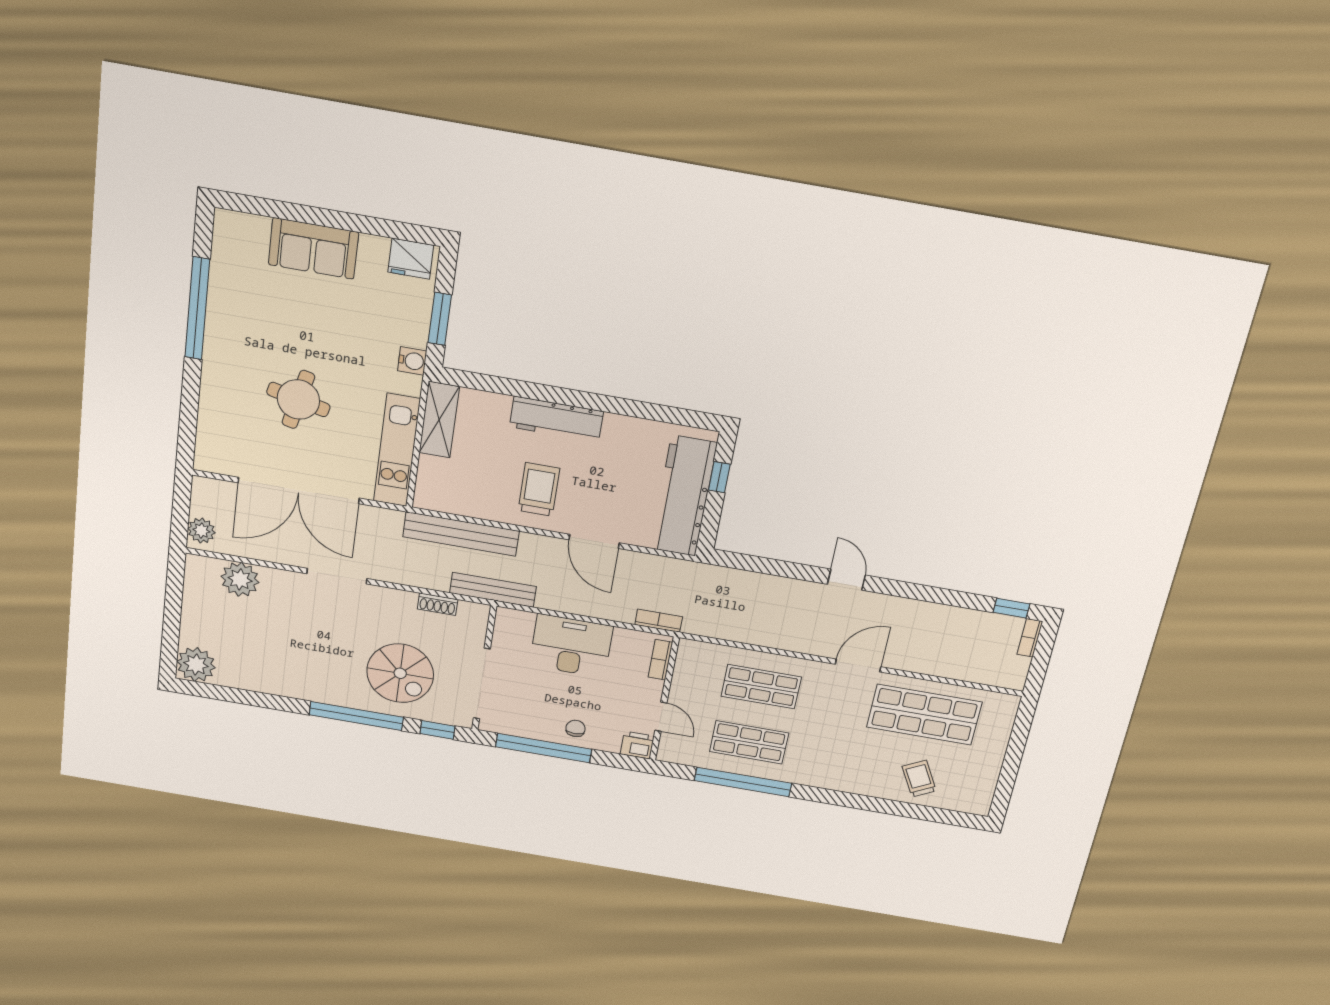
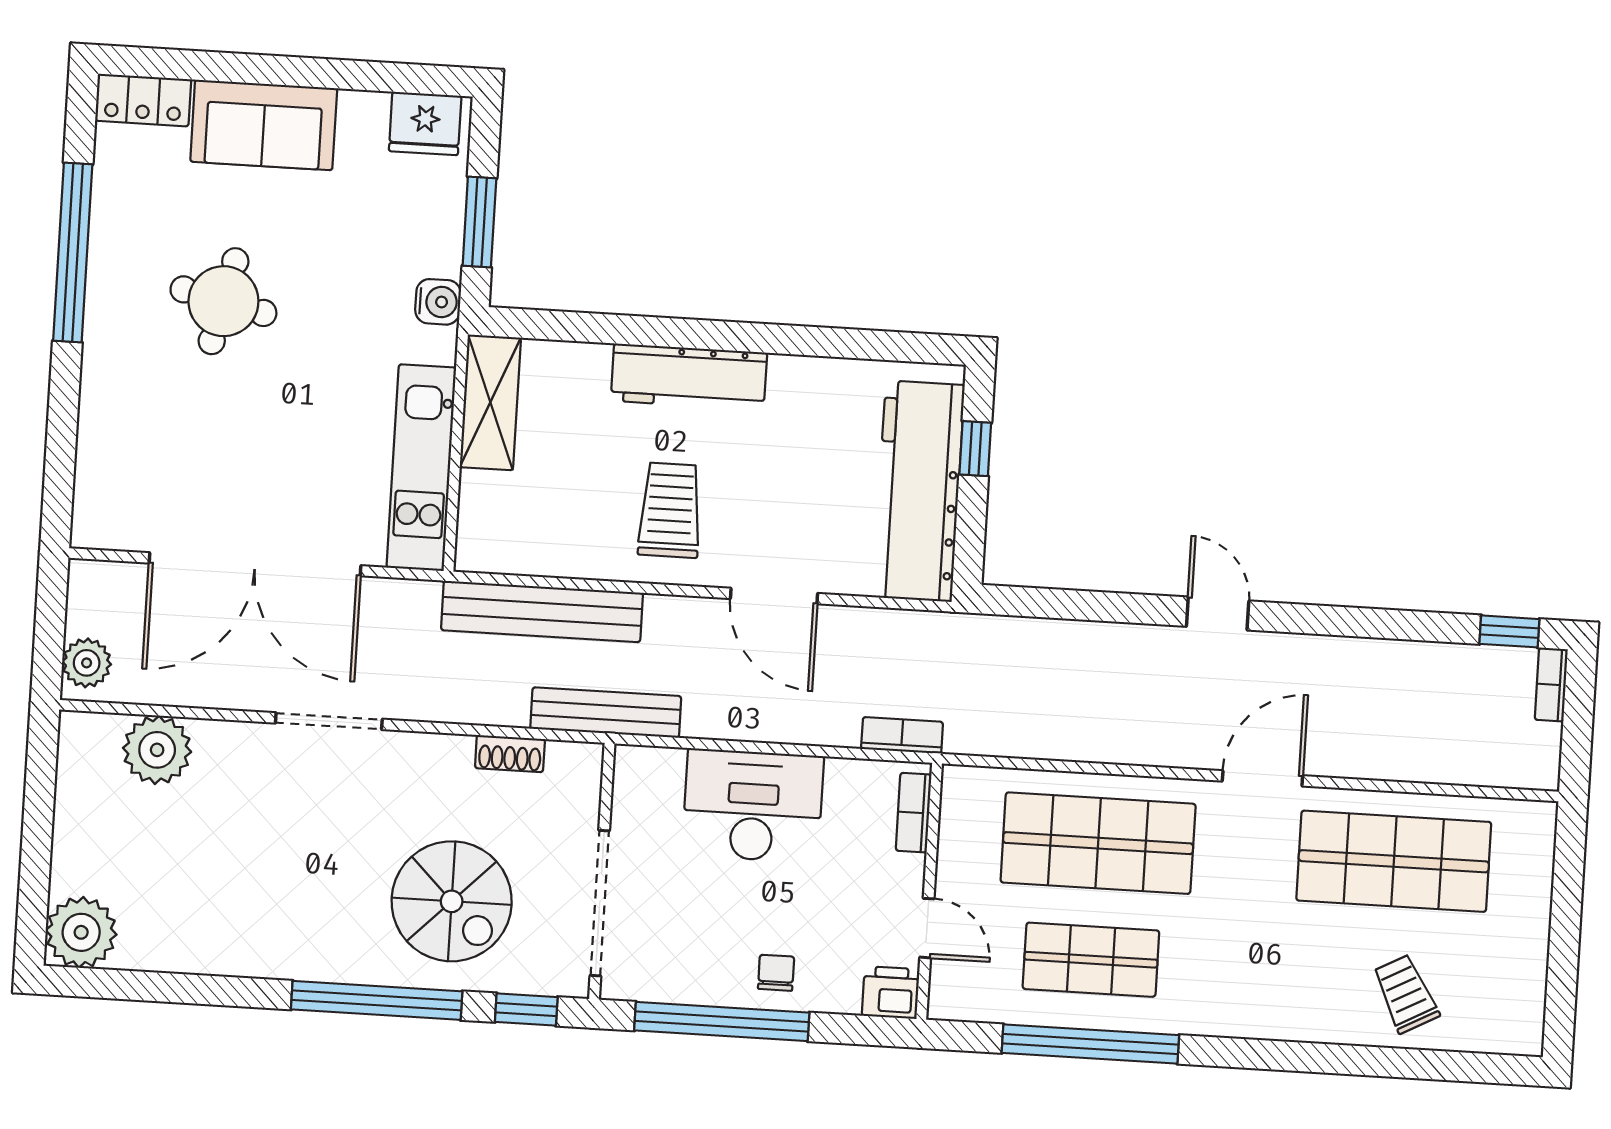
locker: (241, 225) -> (143, 100), added
round table: (298, 399) -> (223, 301), moved
shop shelf: (761, 687) -> (1098, 843), width x1.43, depth x1.36

